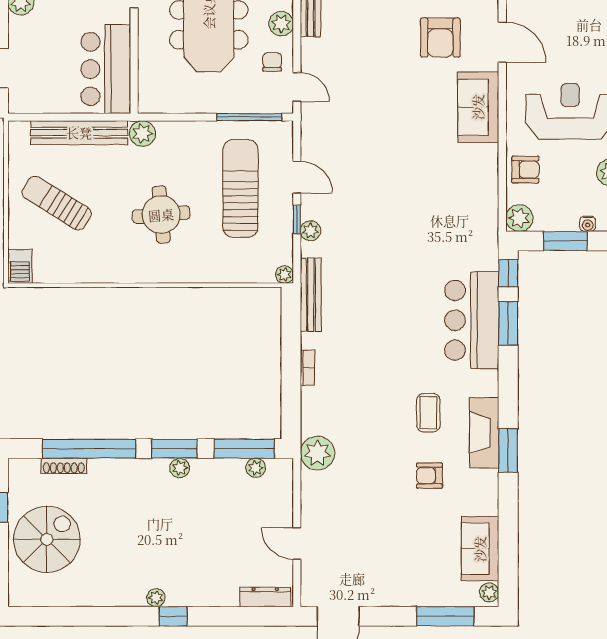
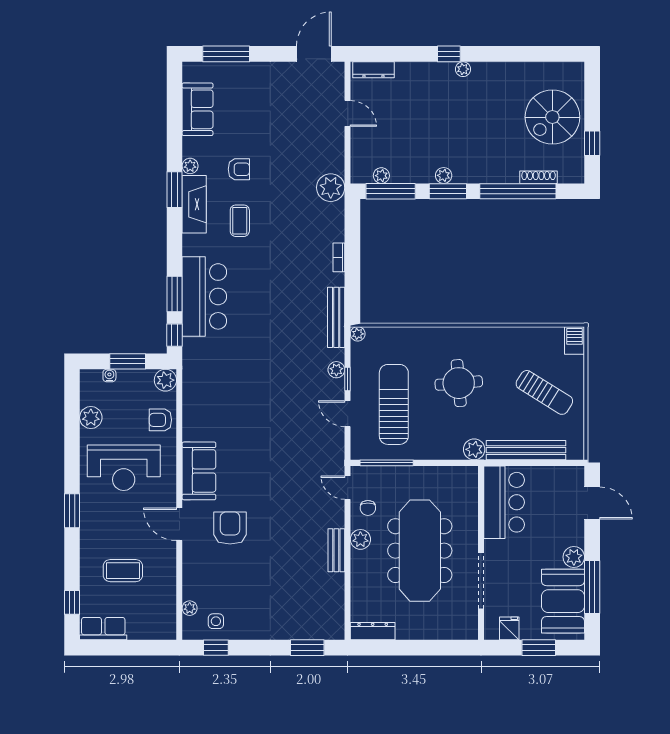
sun lounger: (240, 188) -> (394, 404), turned 180
plant: (489, 592) -> (190, 166), moved

